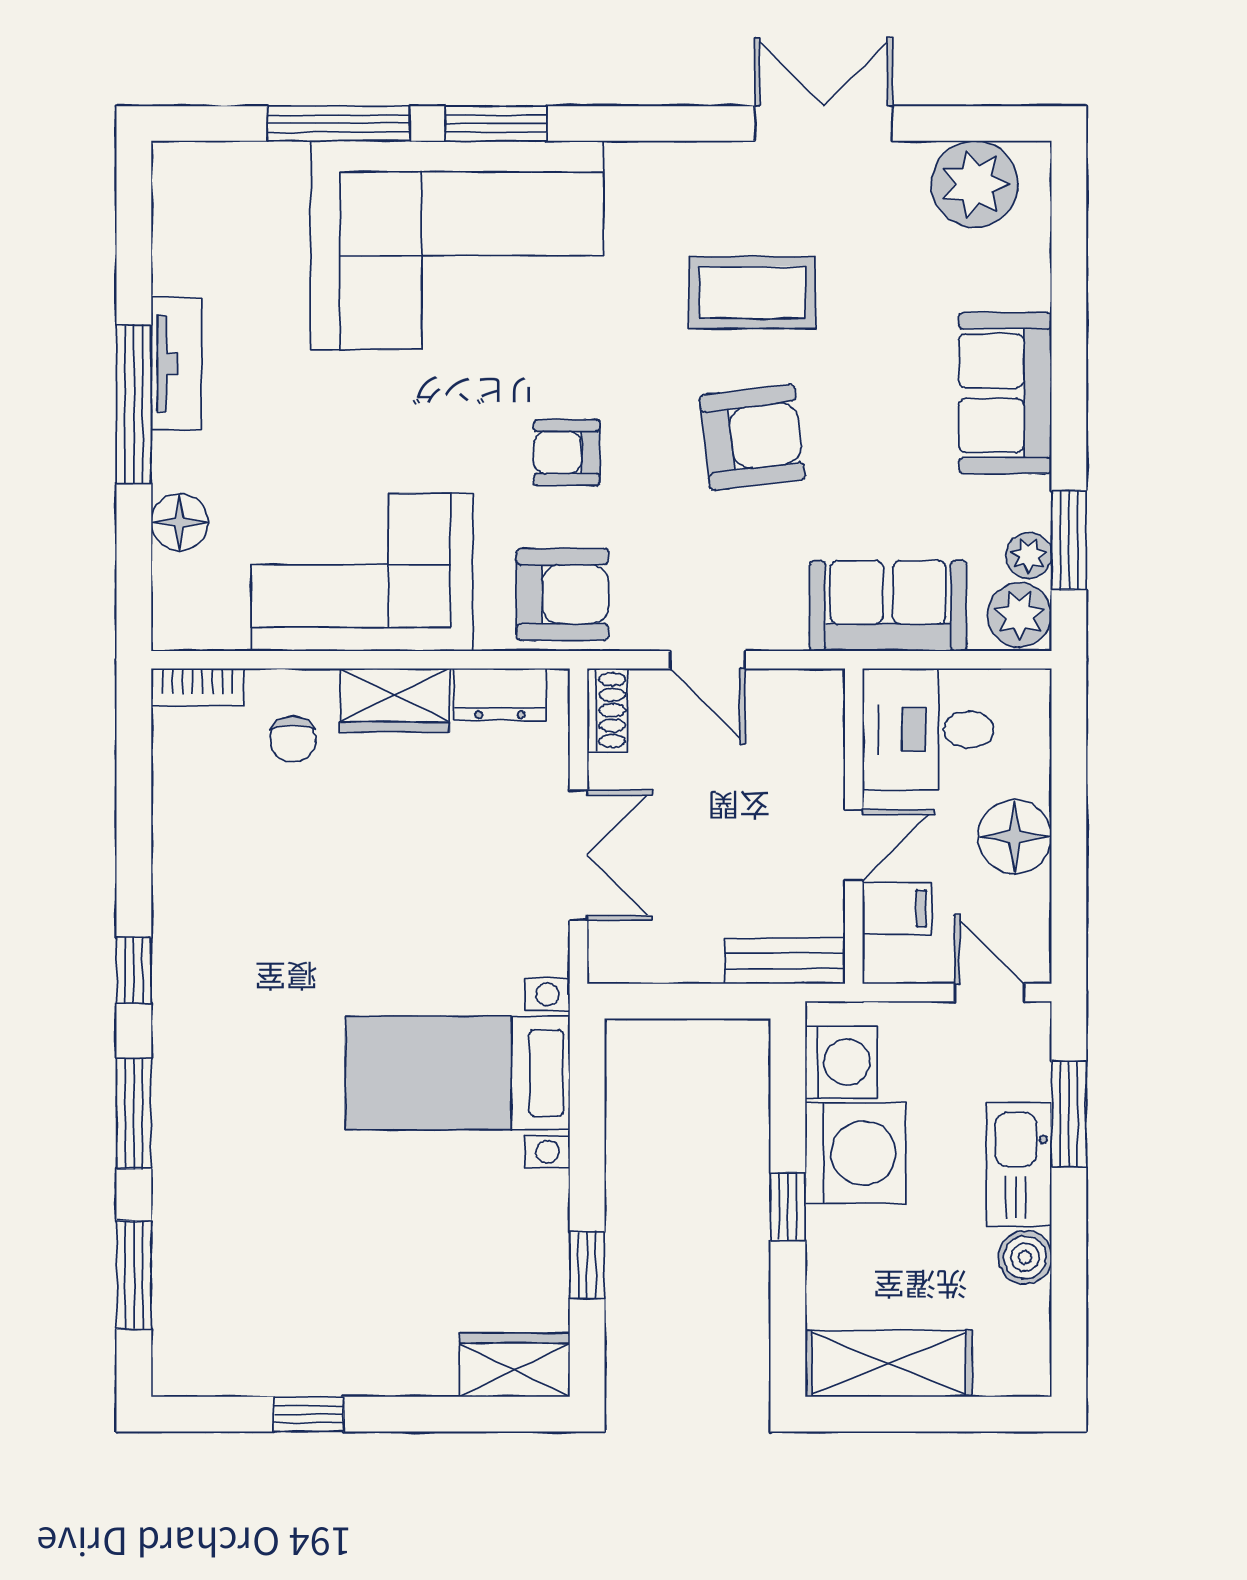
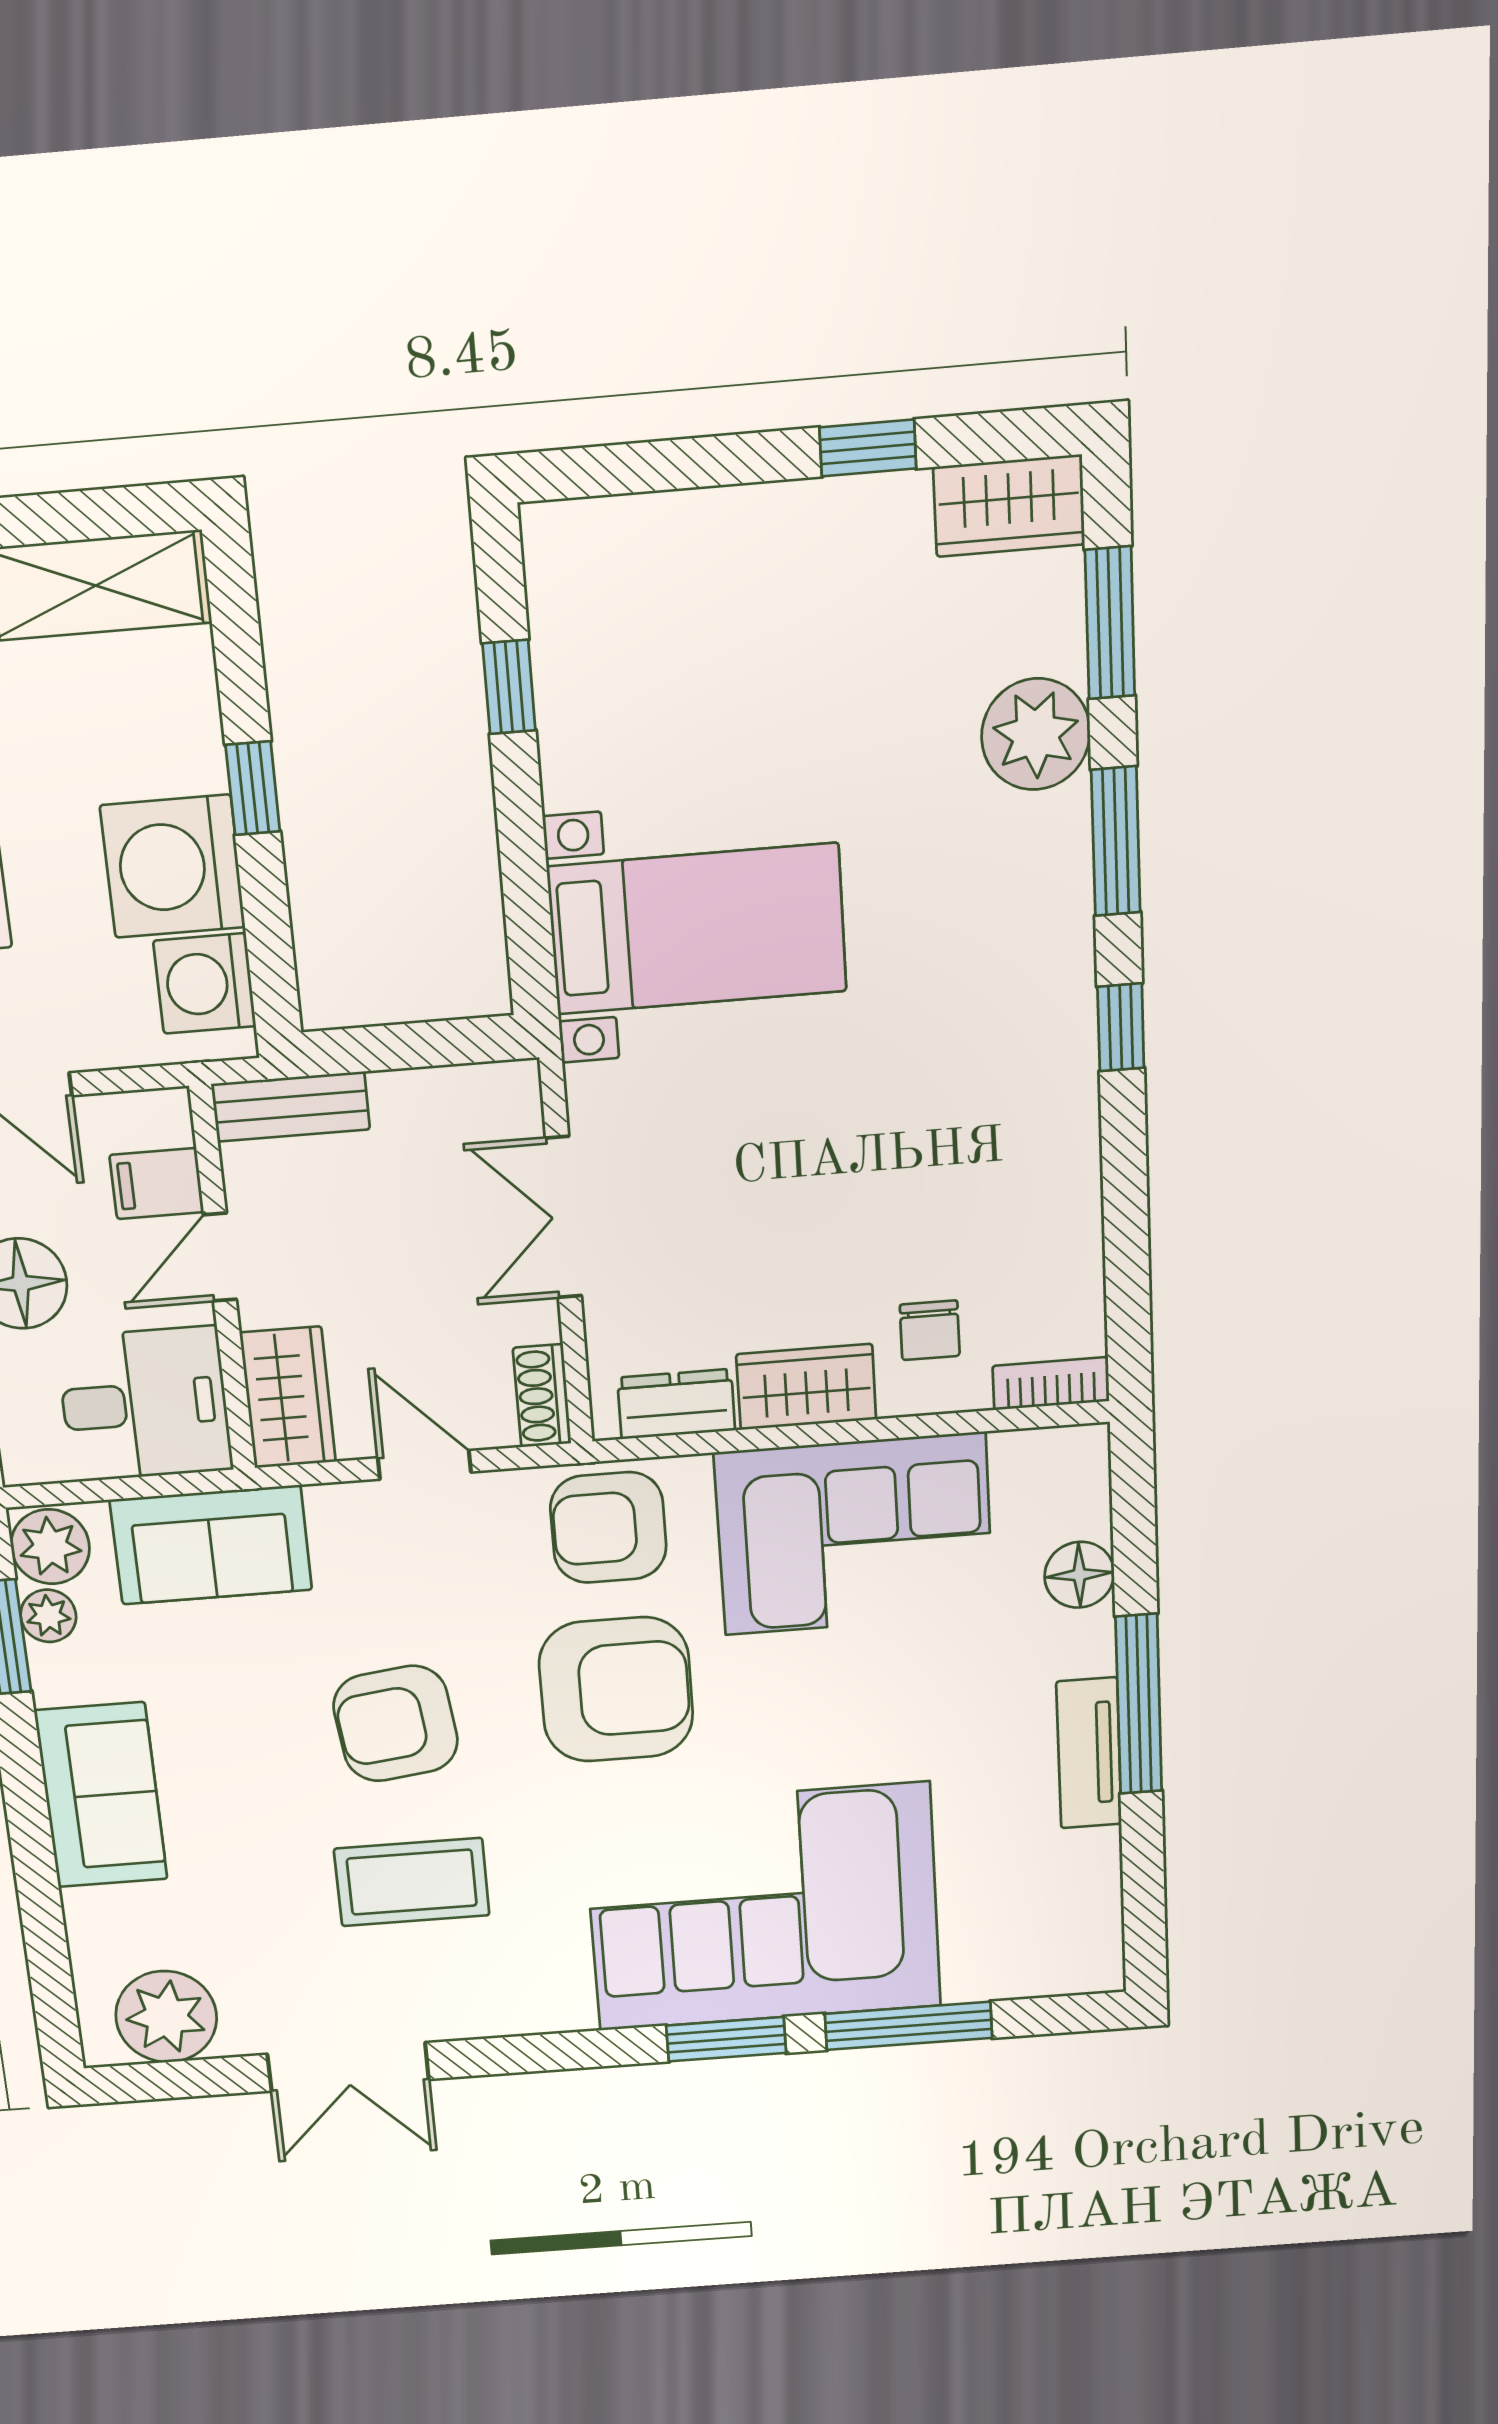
armchair: (567, 453) -> (616, 1690), width x1.88, depth x1.88
wardrobe: (812, 725) -> (288, 1397), added
chair: (293, 739) -> (930, 1330), turned 180
plant: (192, 1198) -> (1036, 734), added
wardrobe: (515, 1365) -> (1009, 506), moved

